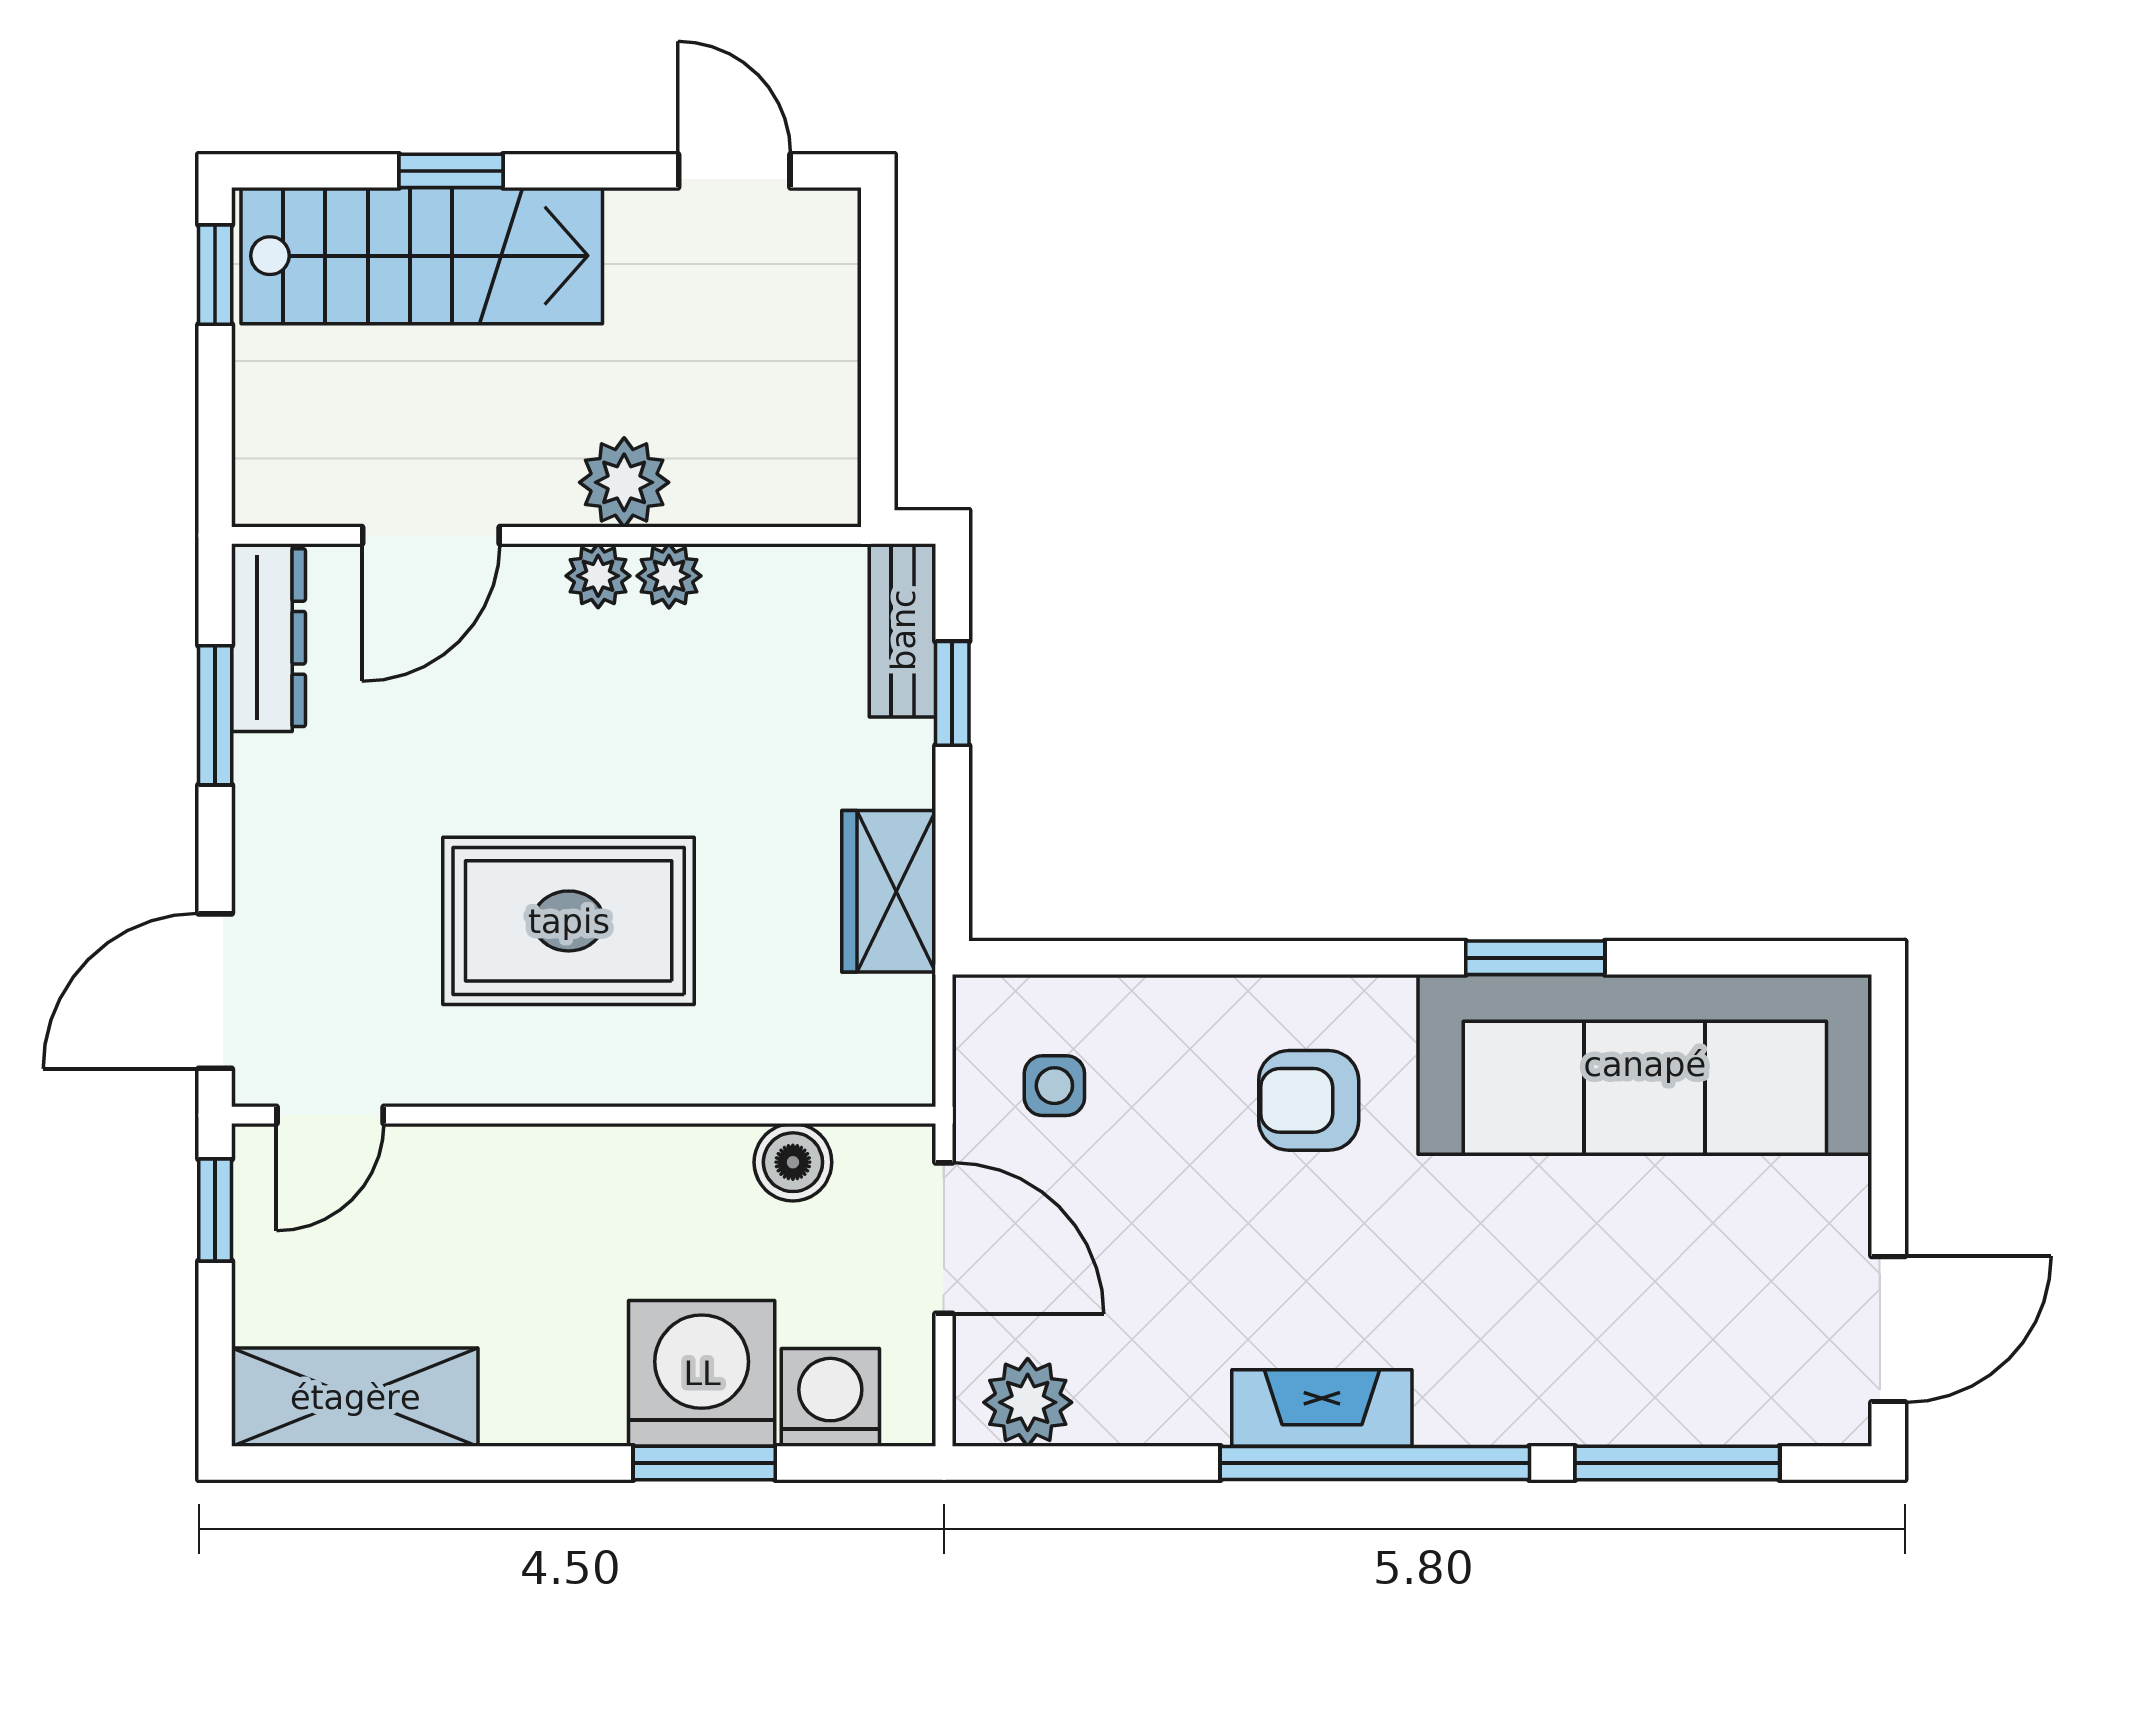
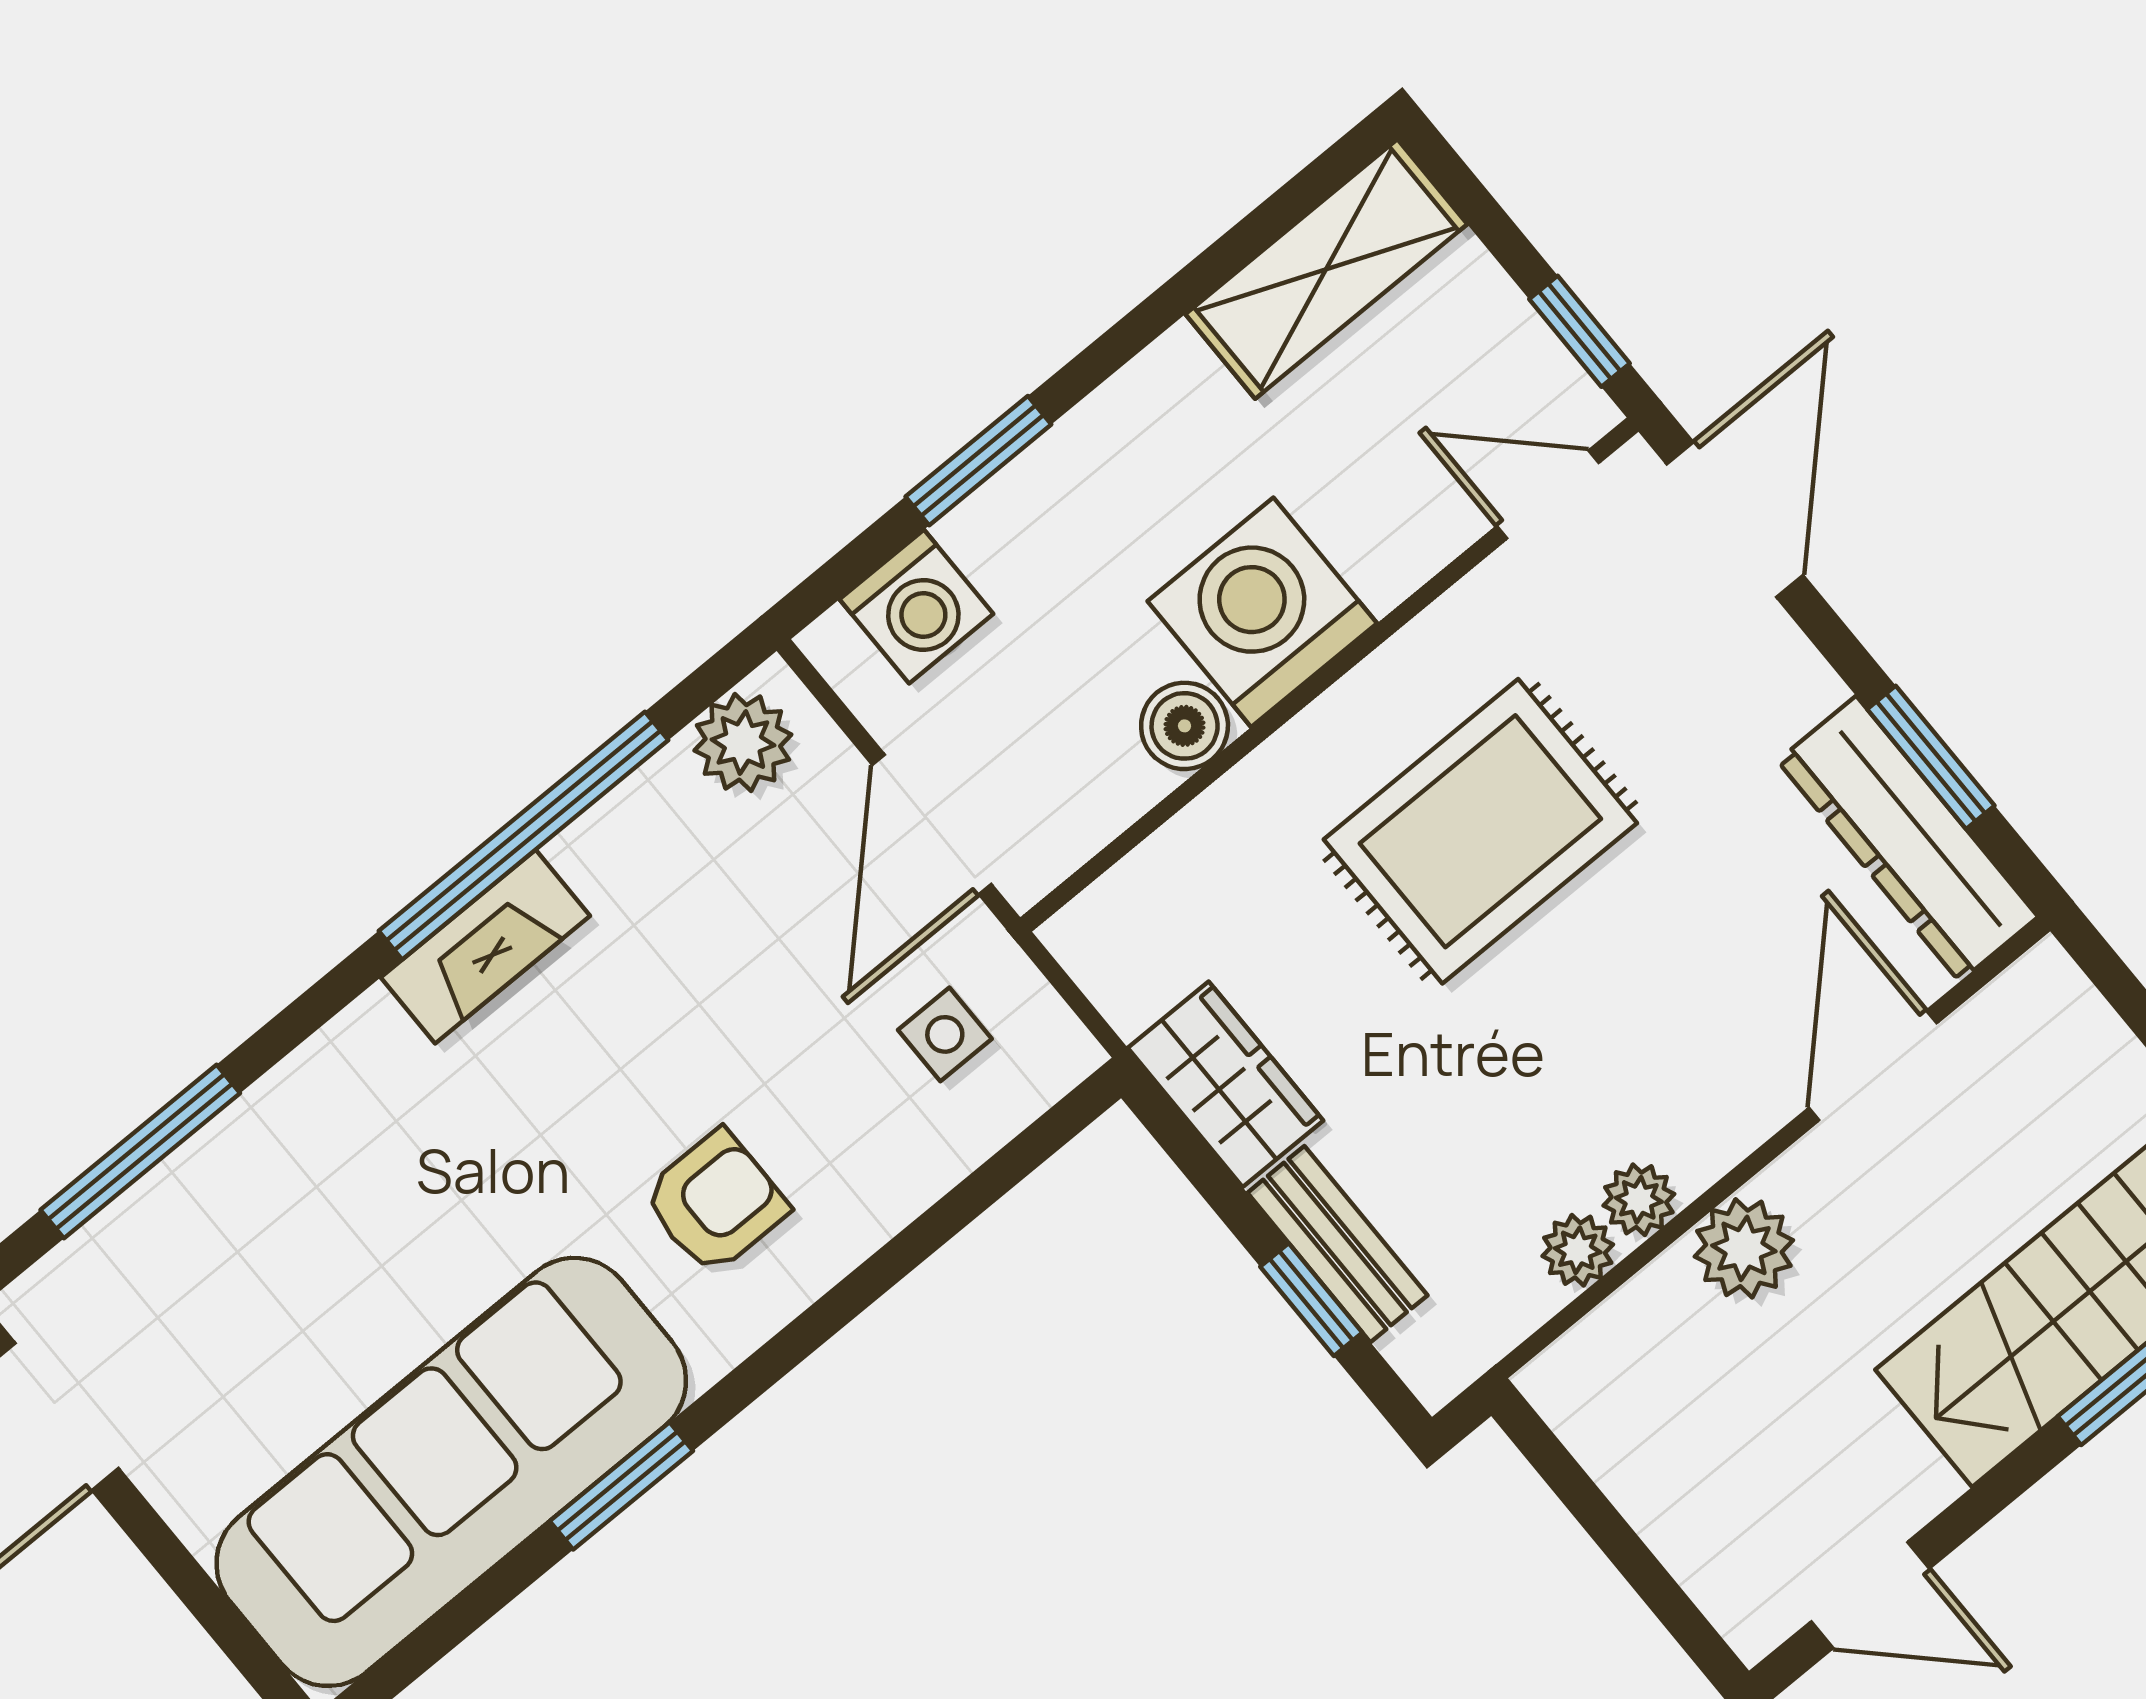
plant: (598, 576) -> (1578, 1250), moved
bench: (903, 630) -> (1337, 1244), moved
dresser: (268, 638) -> (1908, 839), width x1.37, depth x1.24
door: (330, 1115) -> (1548, 494), hinge flipped
boiler: (793, 1162) -> (1185, 726), moved
door: (944, 1238) -> (932, 825), hinge flipped
washing machine: (702, 1373) -> (1262, 612), moved, turned 180
window: (1375, 1463) -> (524, 836), moved

